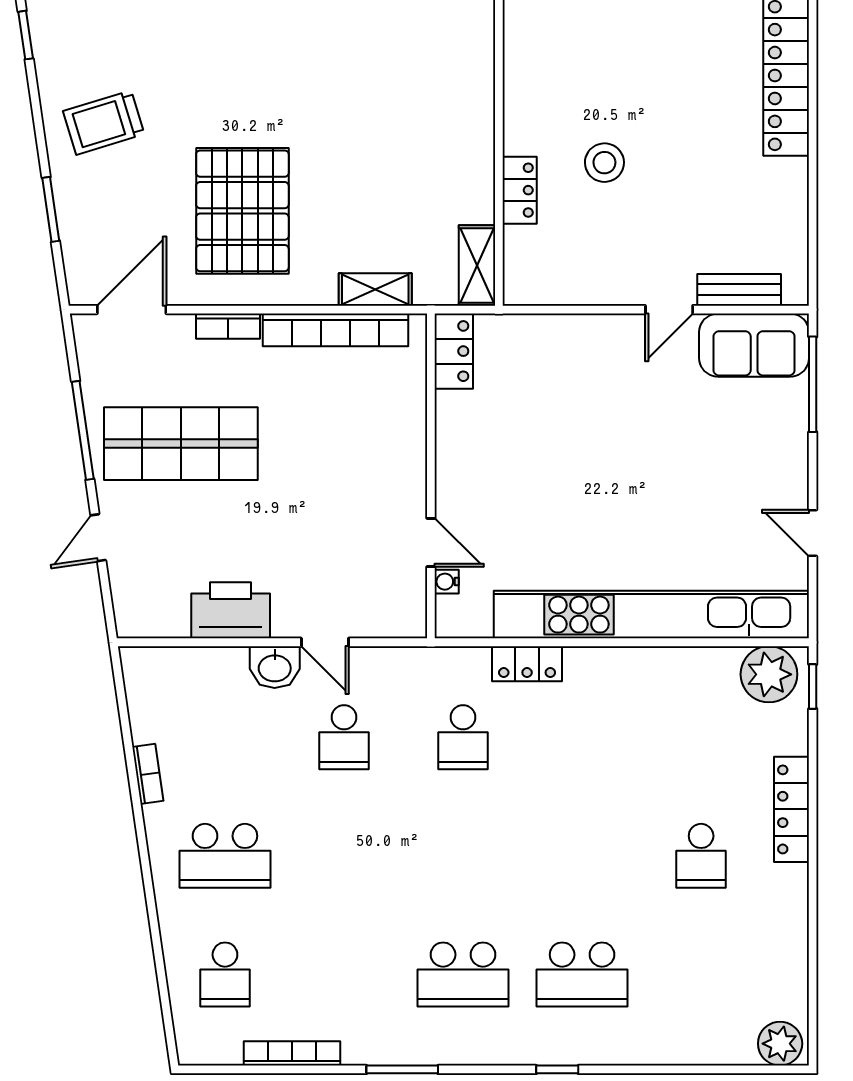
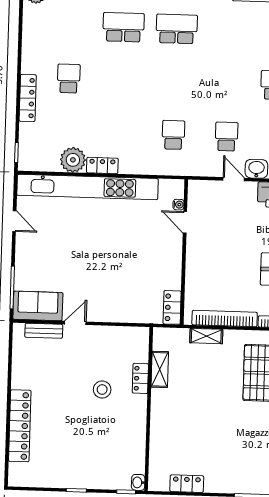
shelving: (477, 266) -> (160, 369), moved
locker: (527, 664) -> (102, 165), moved
plant: (769, 674) -> (73, 160), moved

